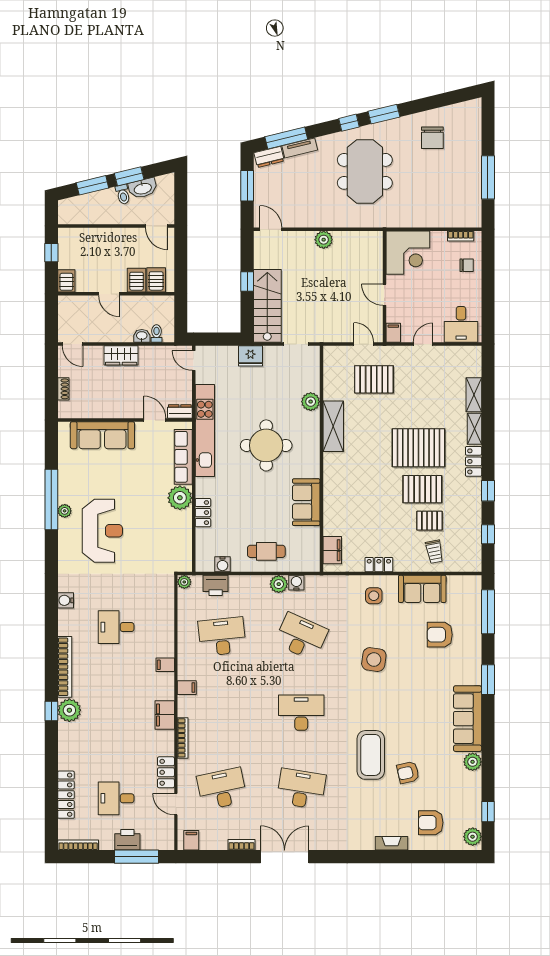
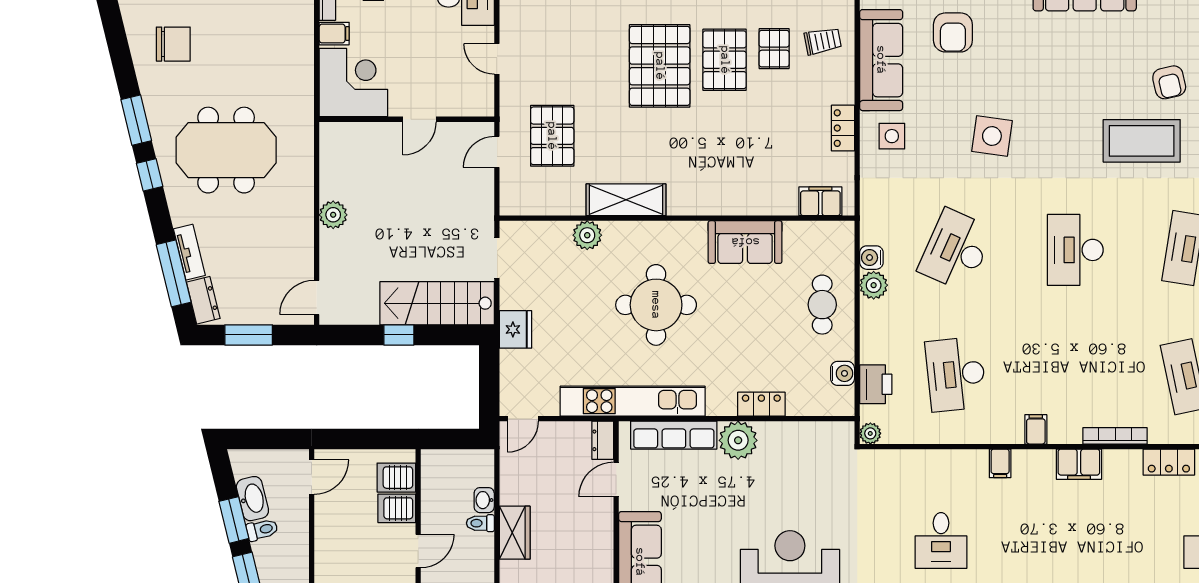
toilet: (156, 333) -> (480, 523), moved
filing cabinet: (393, 333) -> (334, 34), moved, turned 180
sofa: (422, 589) -> (881, 60), width x1.36

